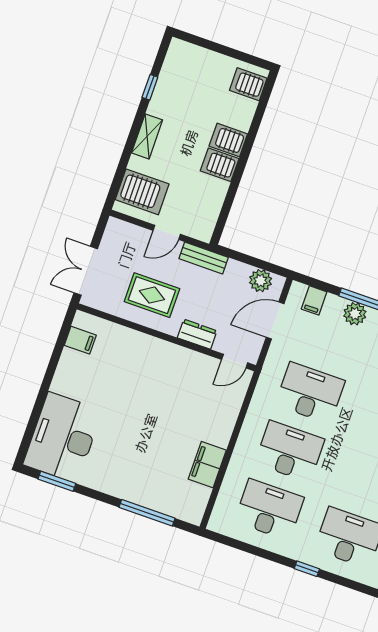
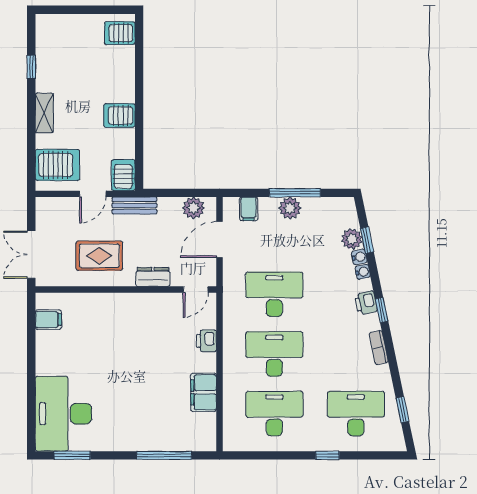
server rack: (228, 140) -> (123, 175), moved, turned 90
printer: (228, 415) -> (206, 341), added

